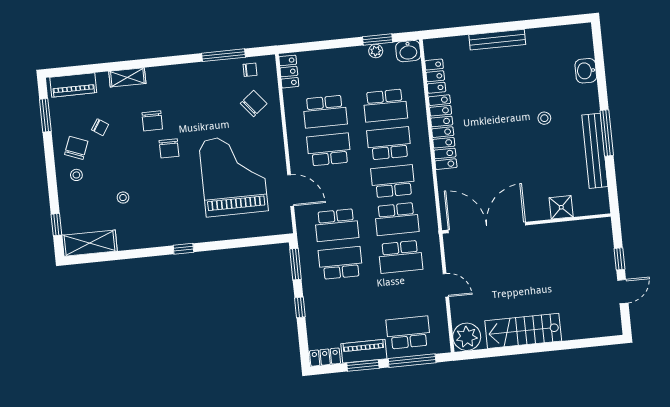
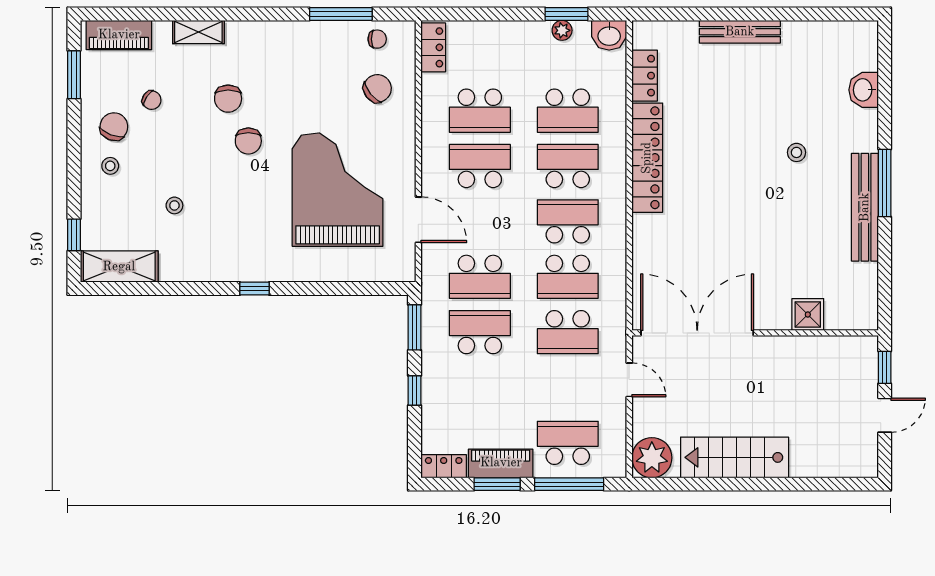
shower: (561, 207) -> (808, 315), moved
wall: (526, 224) -> (755, 333), moved
double door: (487, 228) -> (697, 333), moved

